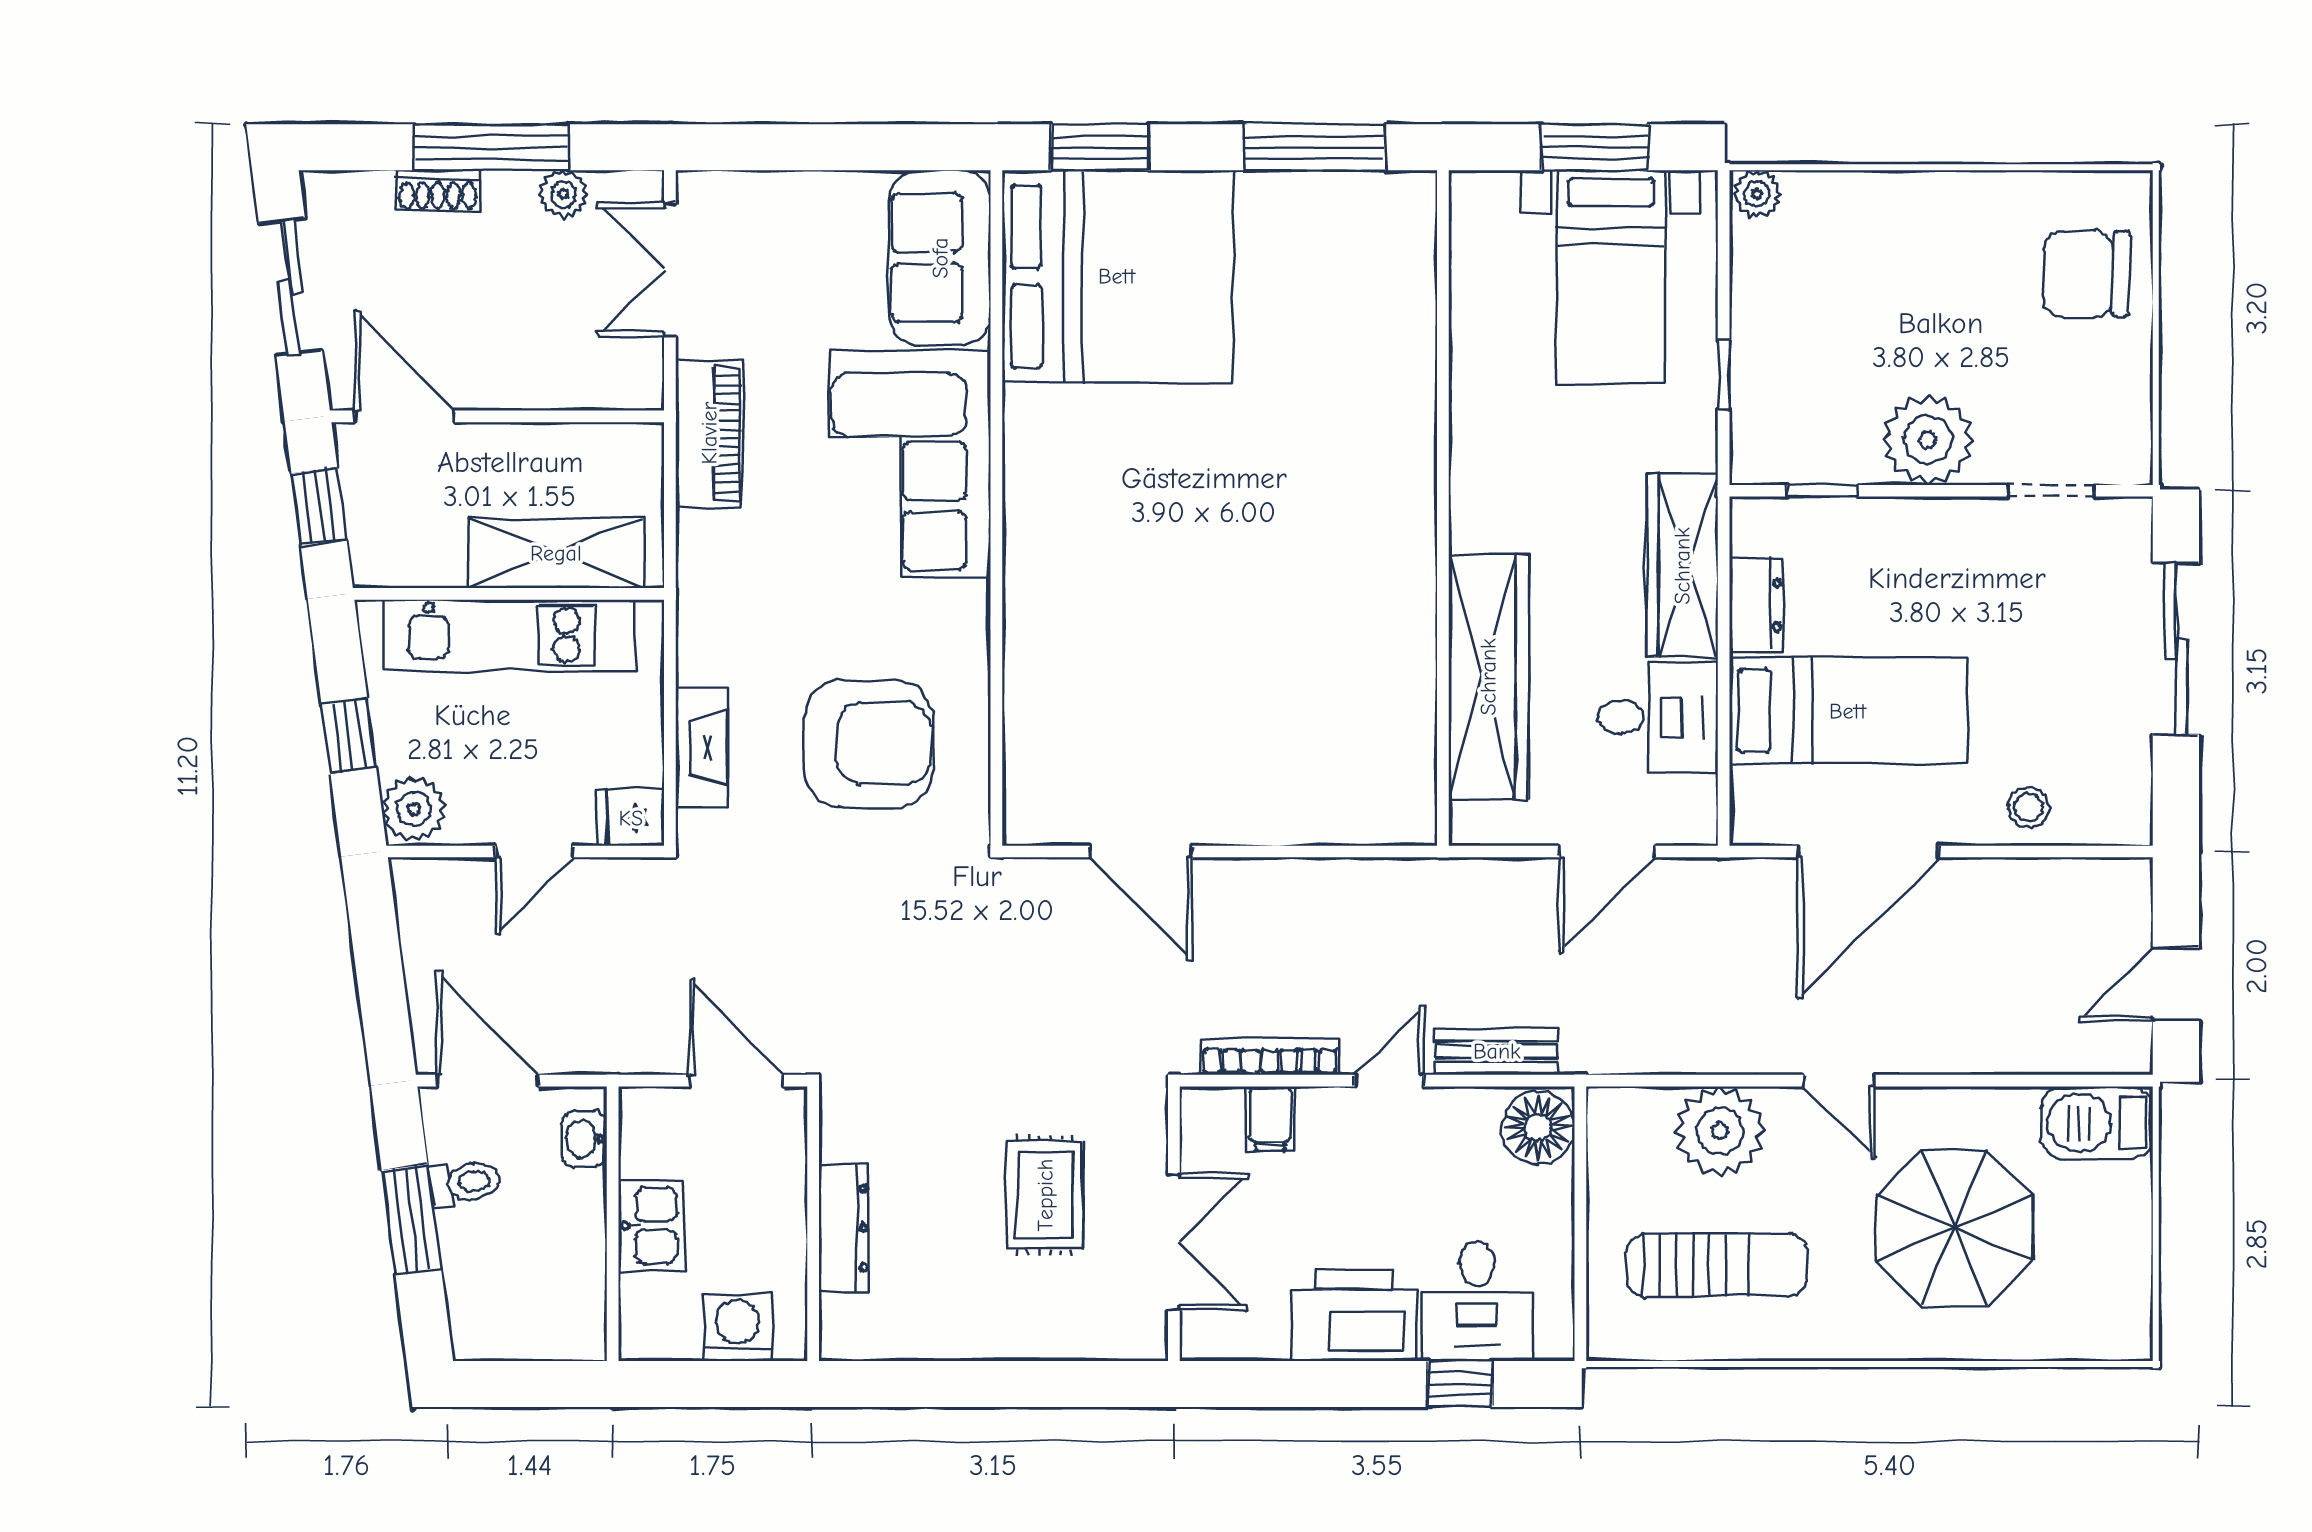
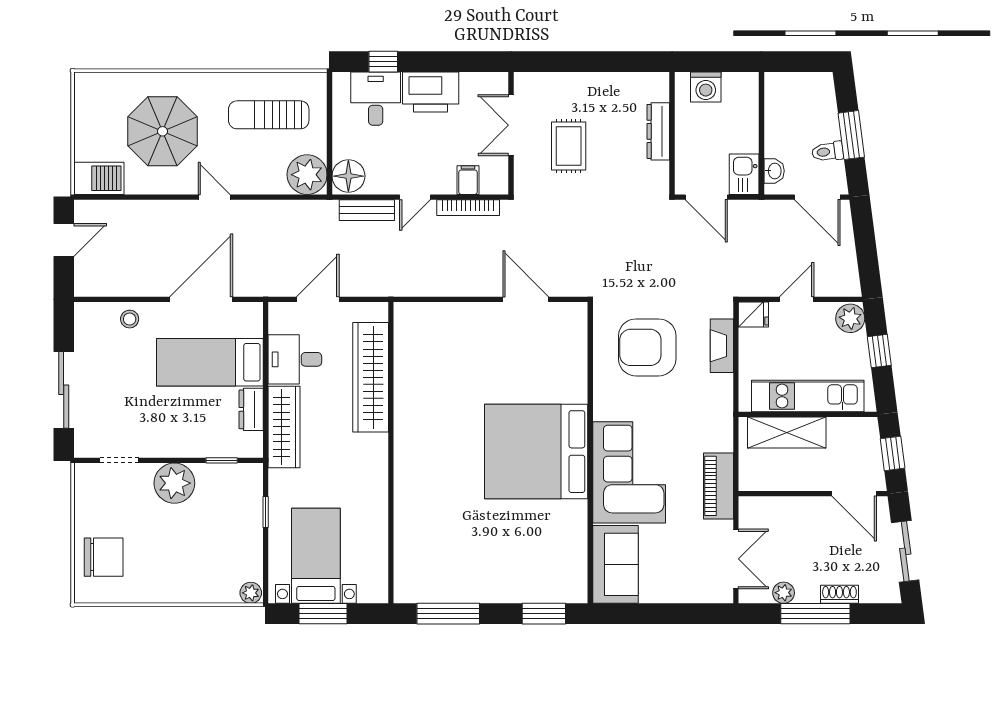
bed: (1117, 276) -> (536, 452), moved
plant: (1720, 1131) -> (307, 175), moved
kitchen sink: (651, 1226) -> (744, 174), moved

